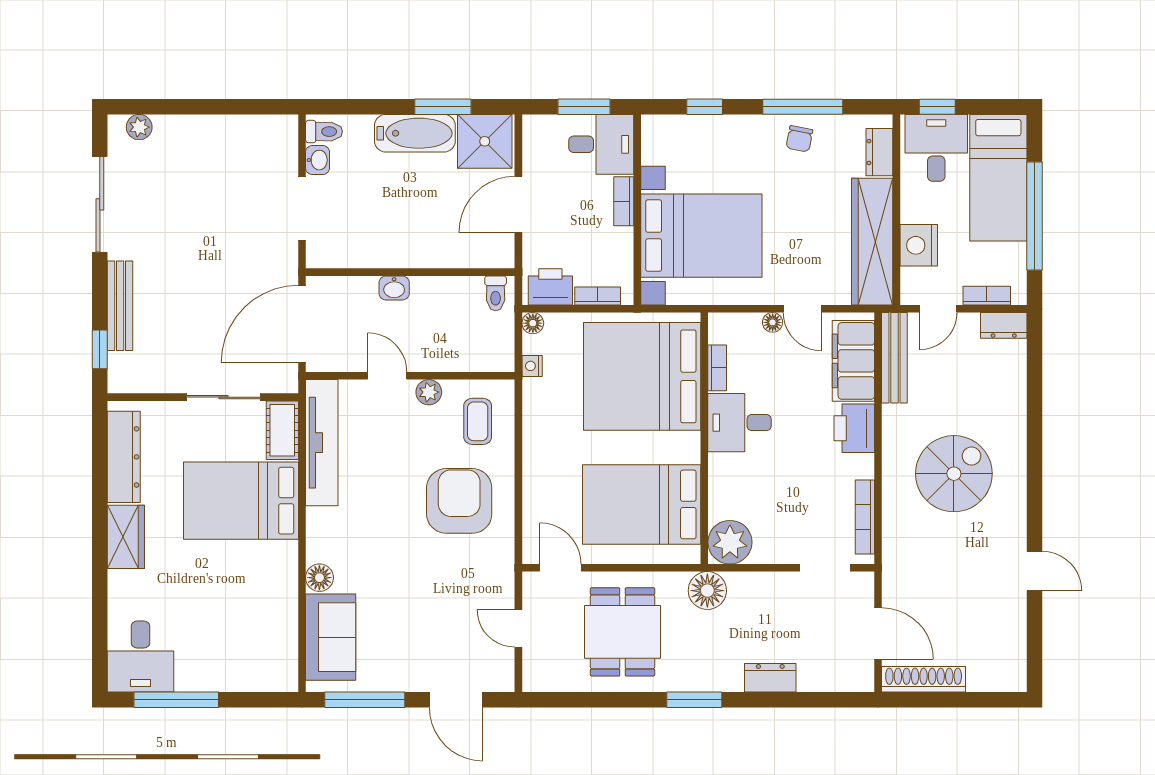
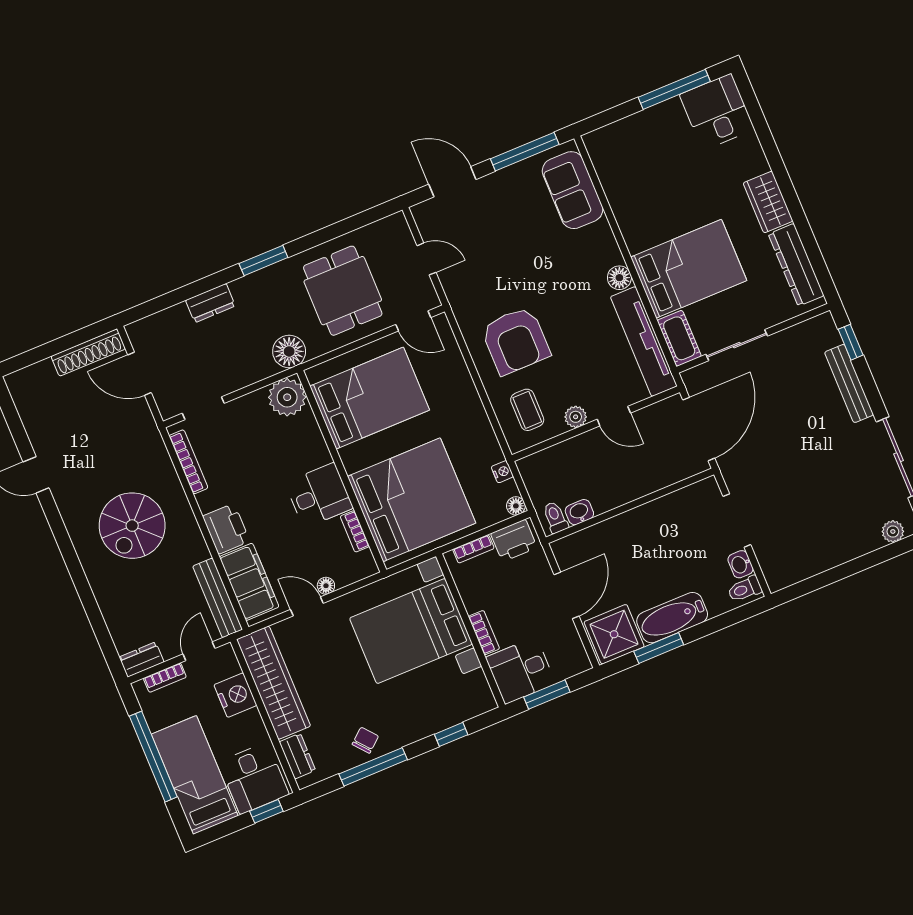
chair: (799, 139) -> (365, 740), turned 39
washbasin: (394, 288) -> (579, 512), moved
floor lamp: (319, 578) -> (619, 278), moved

